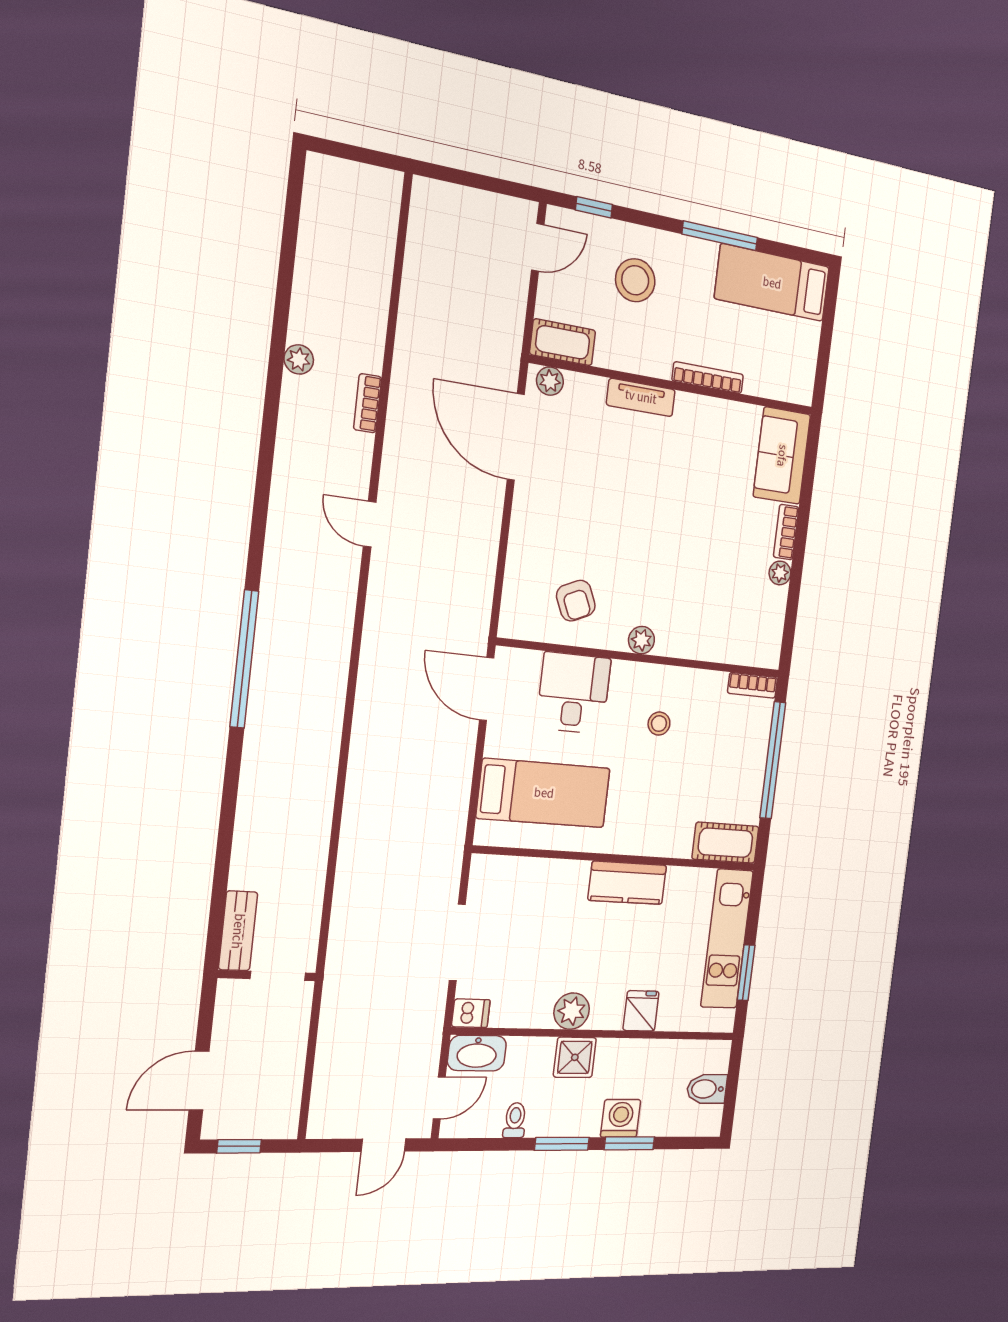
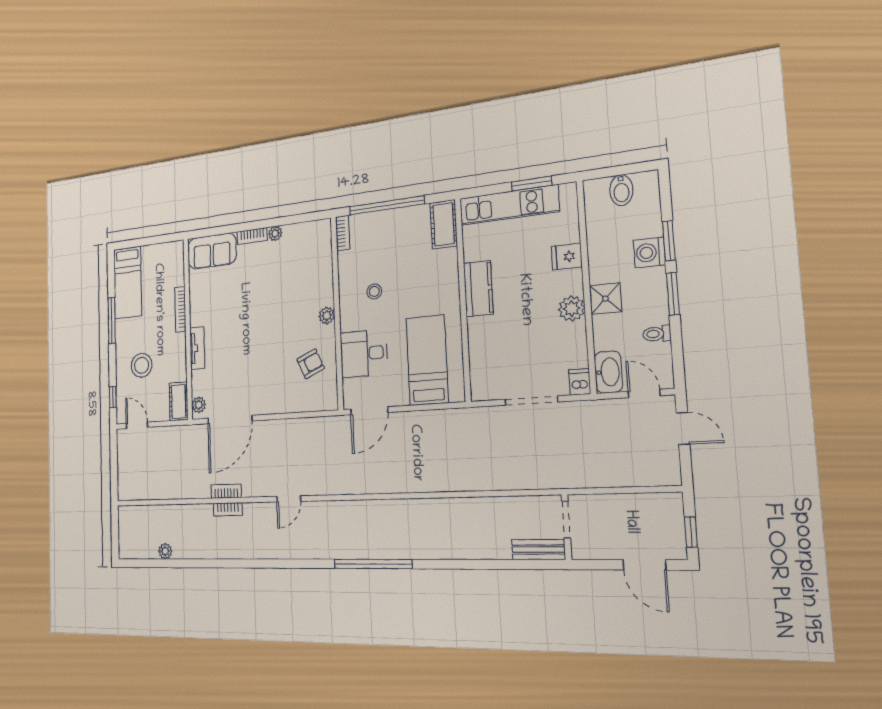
plant: (299, 359) -> (165, 551), moved
bookcase: (399, 406) -> (226, 491), added

